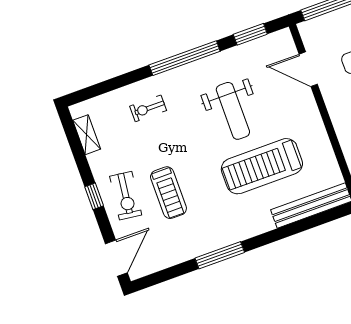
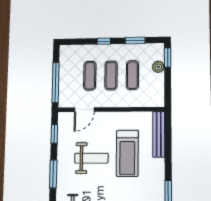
window: (185, 58) -> (53, 174), width x0.68

